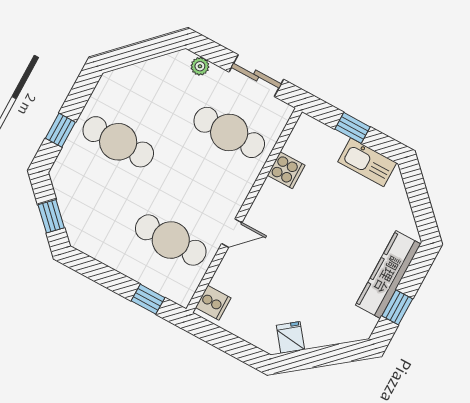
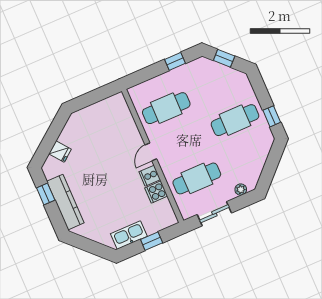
window: (60, 130) -> (272, 116), moved
door: (232, 233) -> (151, 152), moved
window: (148, 299) -> (175, 61), moved
cooker: (213, 303) -> (150, 176), moved
fridge: (290, 337) -> (60, 152), moved

